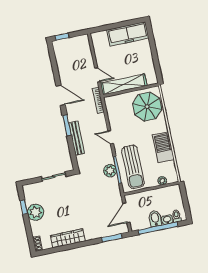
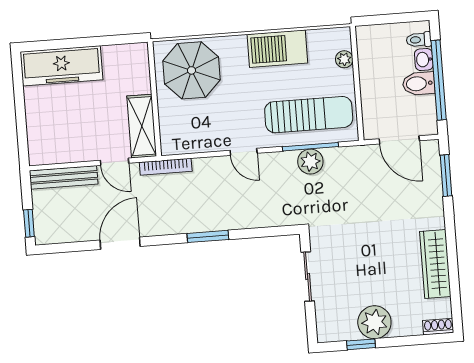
freezer: (128, 34) -> (62, 66), moved, turned 90
door: (98, 75) -> (114, 162), swing flipped
shelving: (124, 84) -> (142, 126), width x0.68
door: (61, 95) -> (120, 243), moved
door: (111, 137) -> (244, 152), hinge flipped
bench: (77, 138) -> (64, 177), moved

